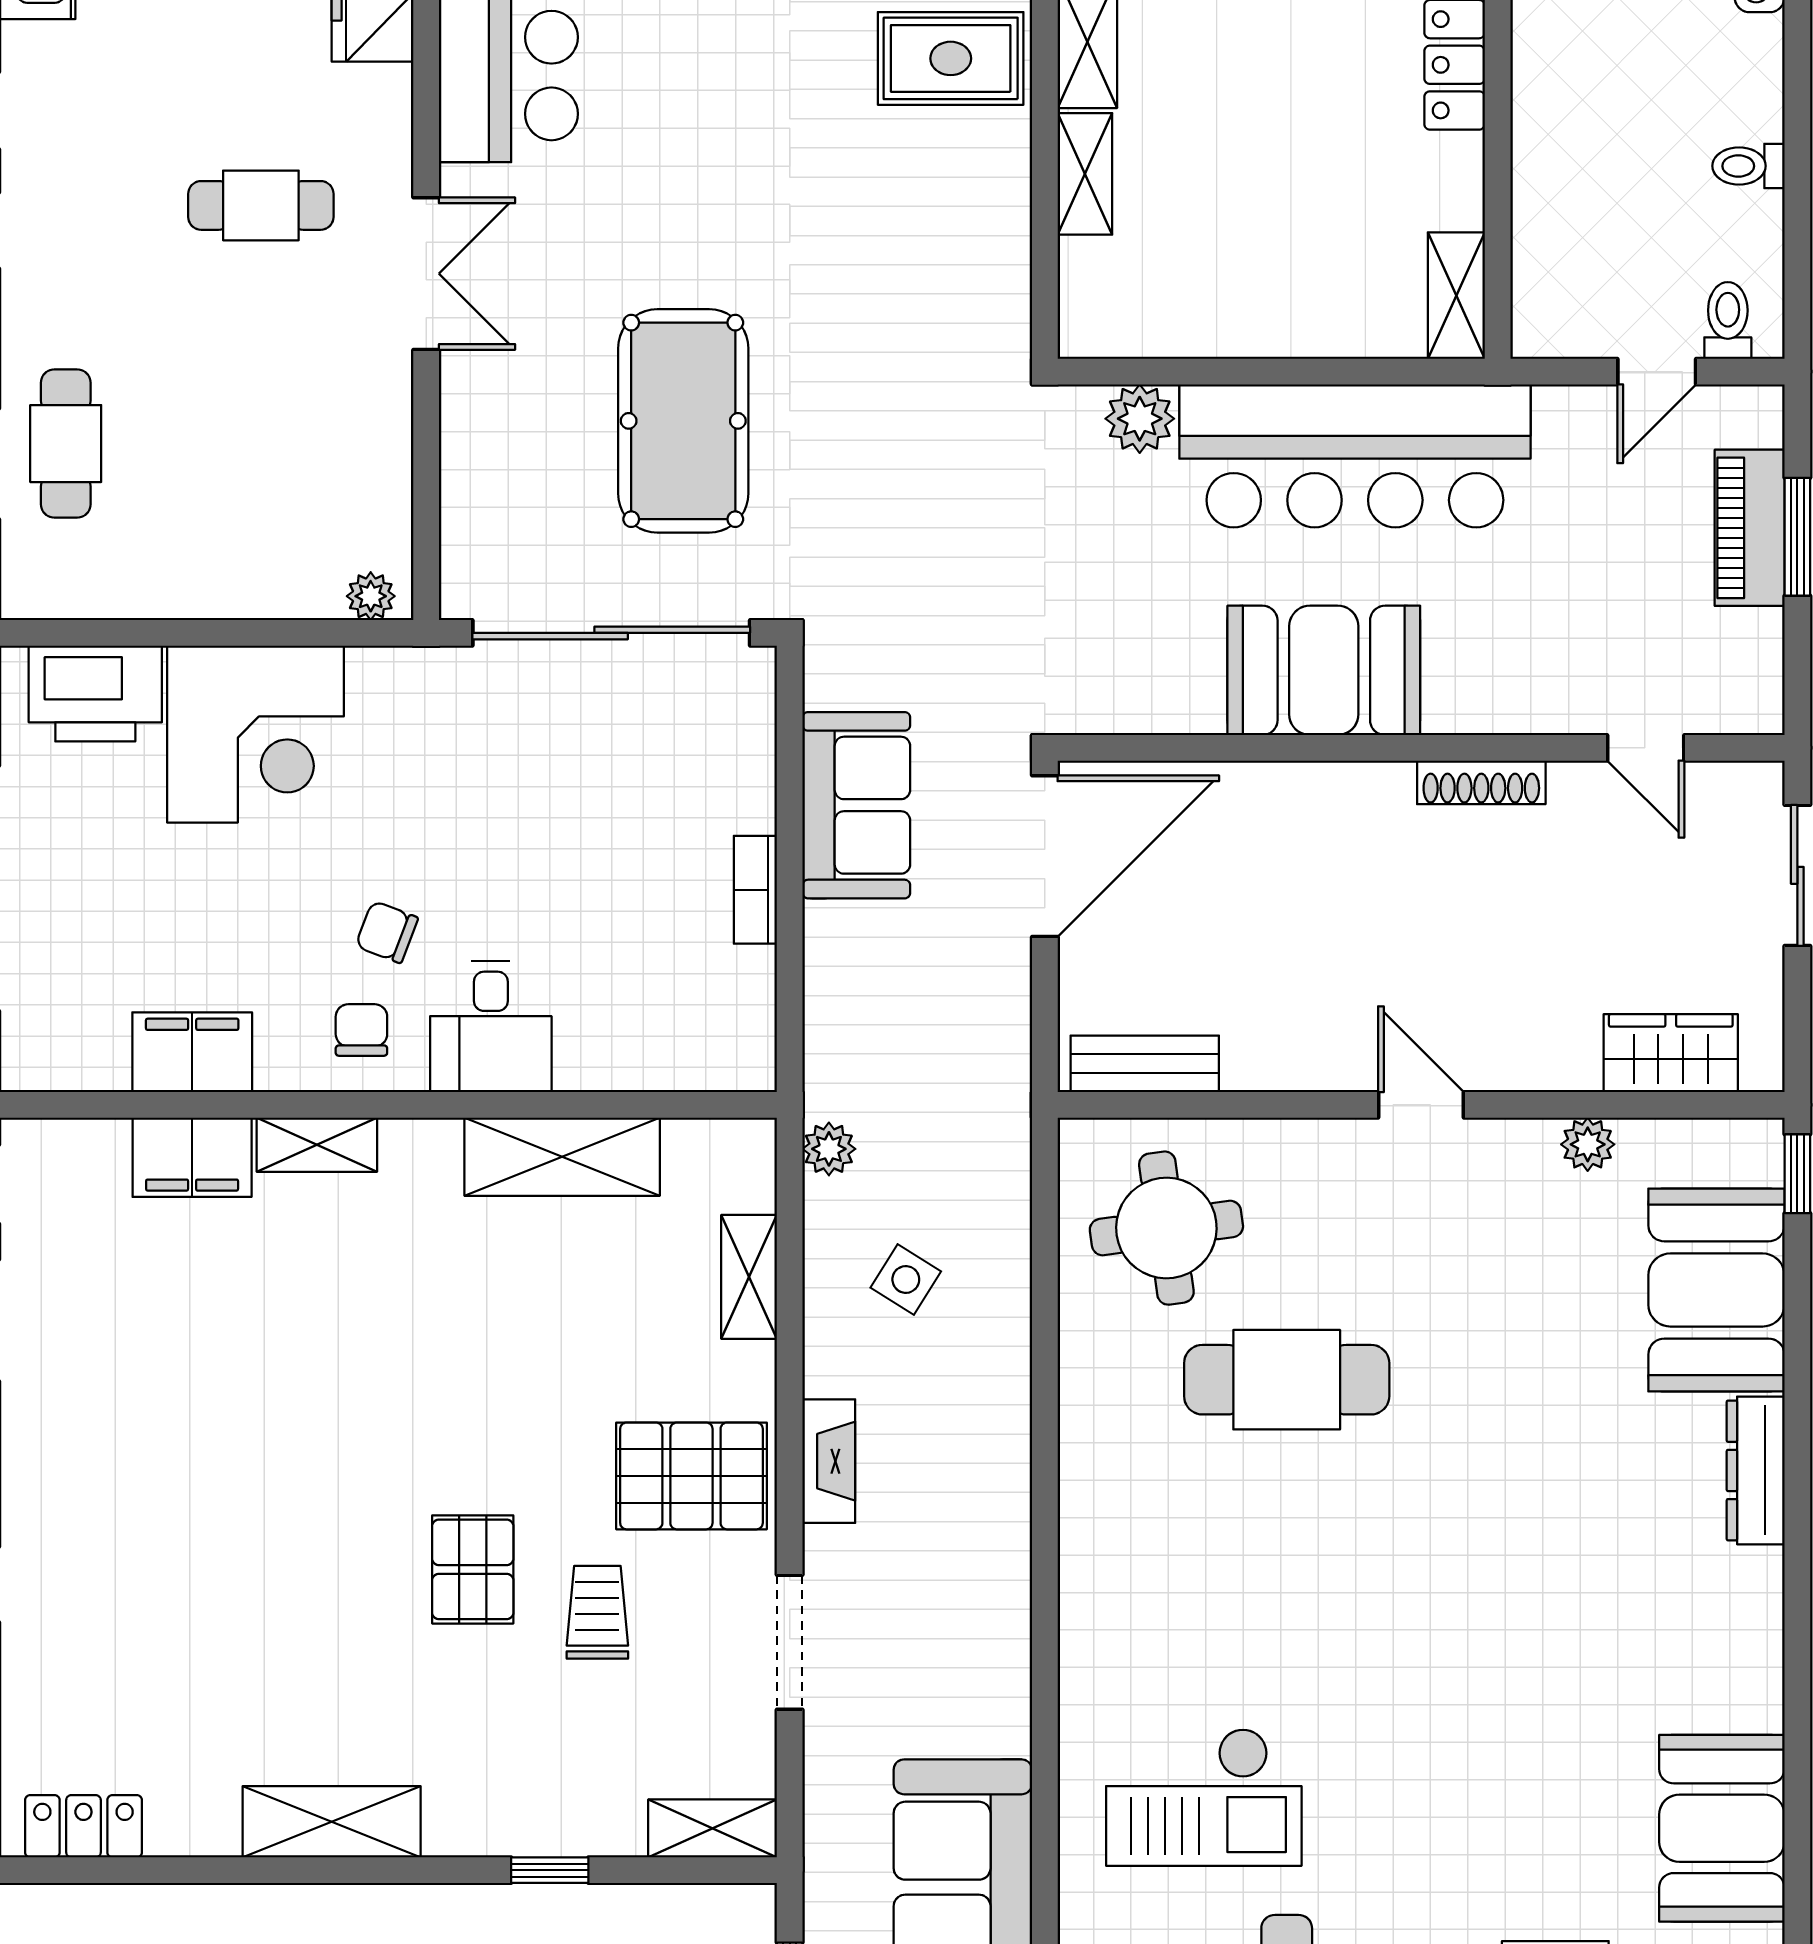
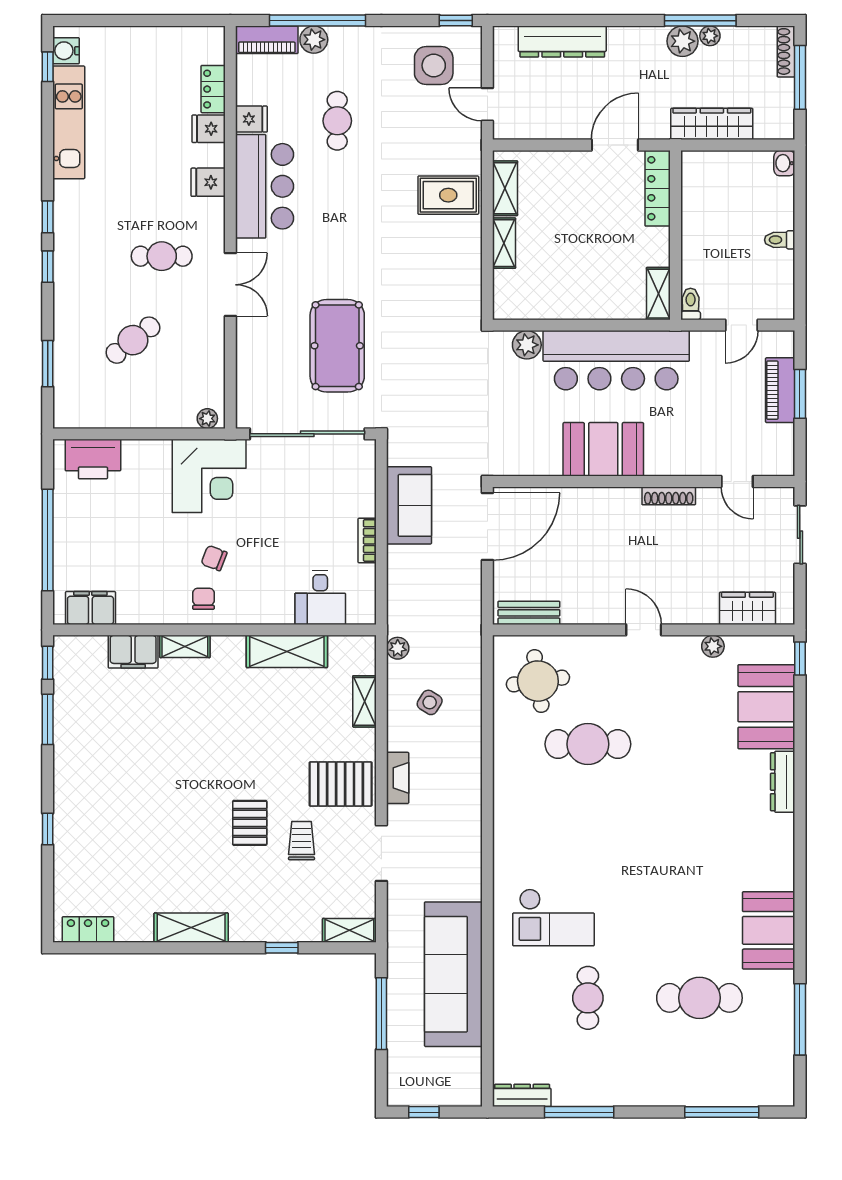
toilet: (1728, 320) -> (691, 304), moved
cafe table: (66, 444) -> (133, 340), moved, turned 52
corner desk: (255, 734) -> (209, 476), moved
desk: (491, 1027) -> (320, 597), moved
filing cabinet: (192, 1052) -> (90, 608), moved

